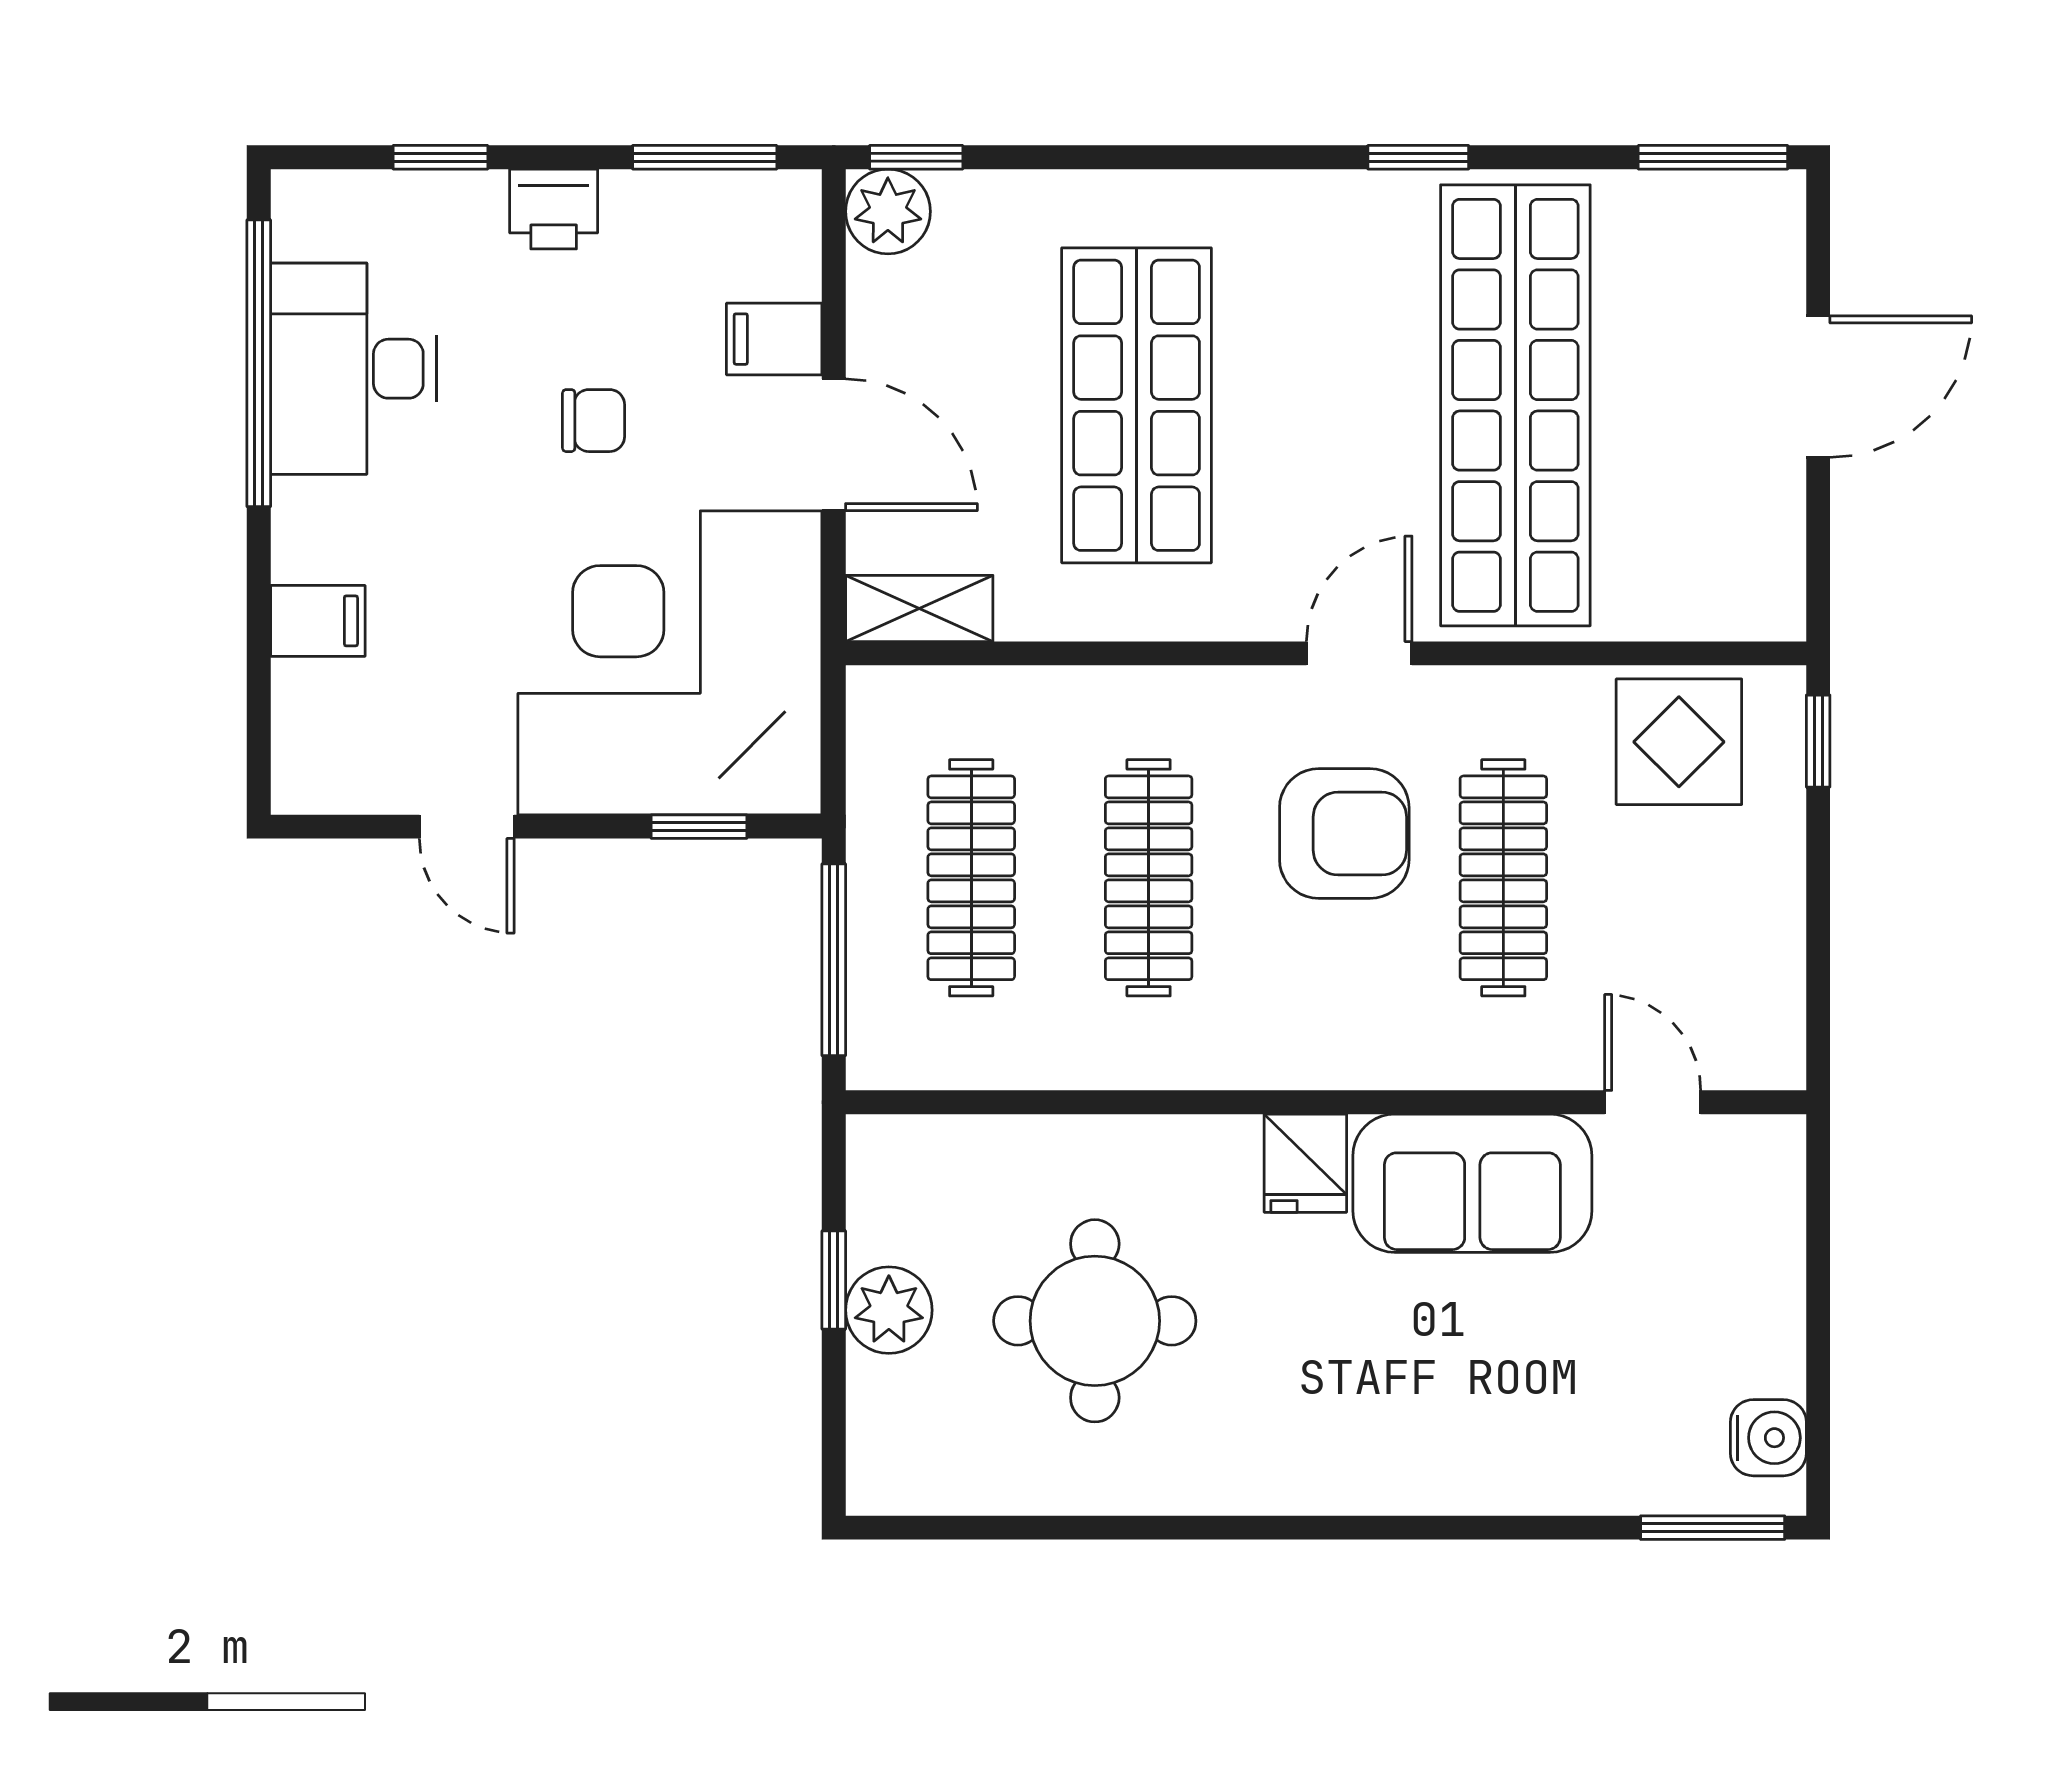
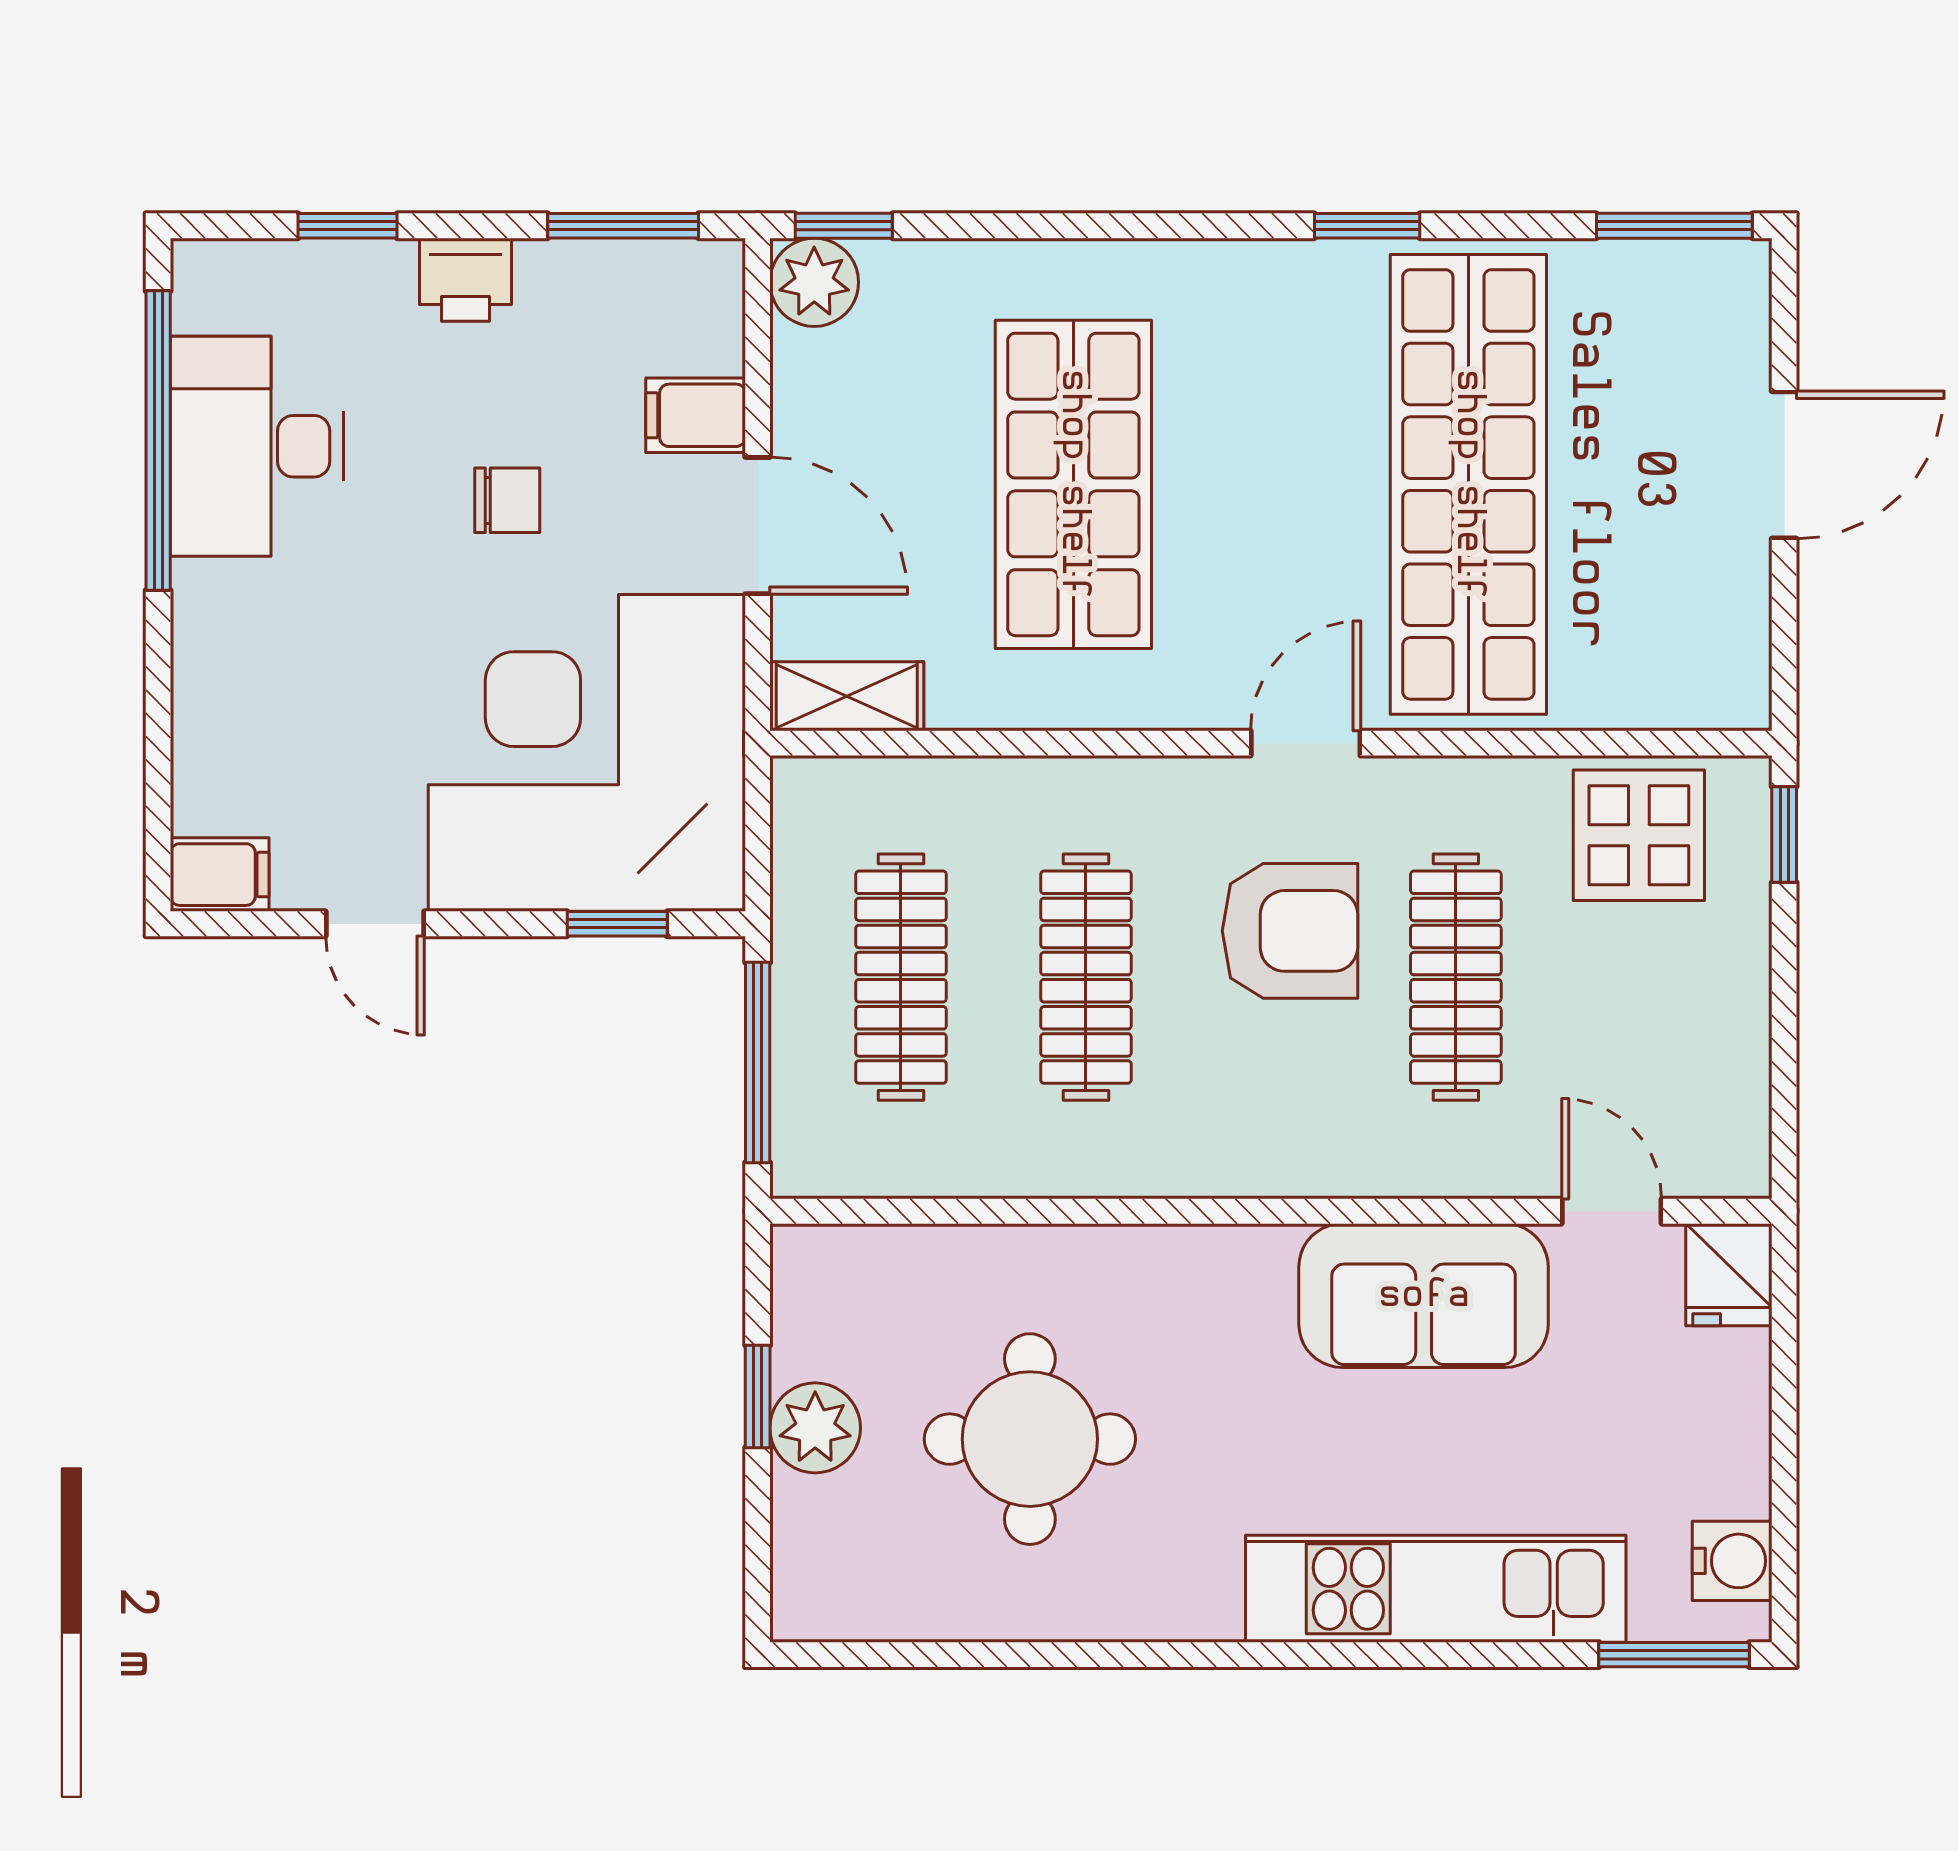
filing cabinet: (318, 621) -> (220, 875), moved
fridge: (1305, 1163) -> (1729, 1275), moved
kitchen unit: (1484, 1464) -> (1436, 1589), added

